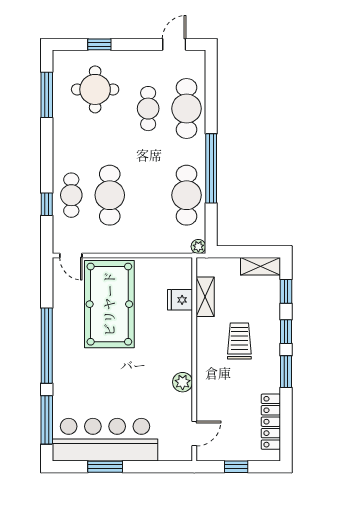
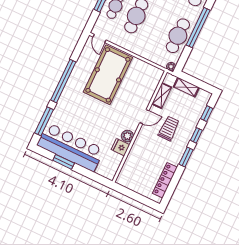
shelving: (261, 266) -> (186, 87), moved
fridge: (180, 300) -> (120, 147), moved
door: (194, 434) -> (144, 117), moved
window: (236, 467) -> (135, 196), removed

